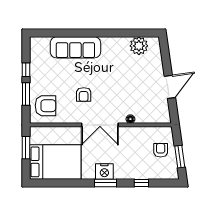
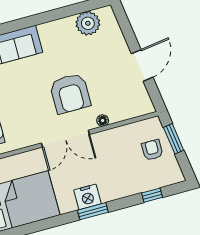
armchair: (84, 94) -> (70, 93), moved, width x1.88, depth x1.88
window: (180, 157) -> (174, 139), moved
window: (141, 183) -> (152, 195), moved

